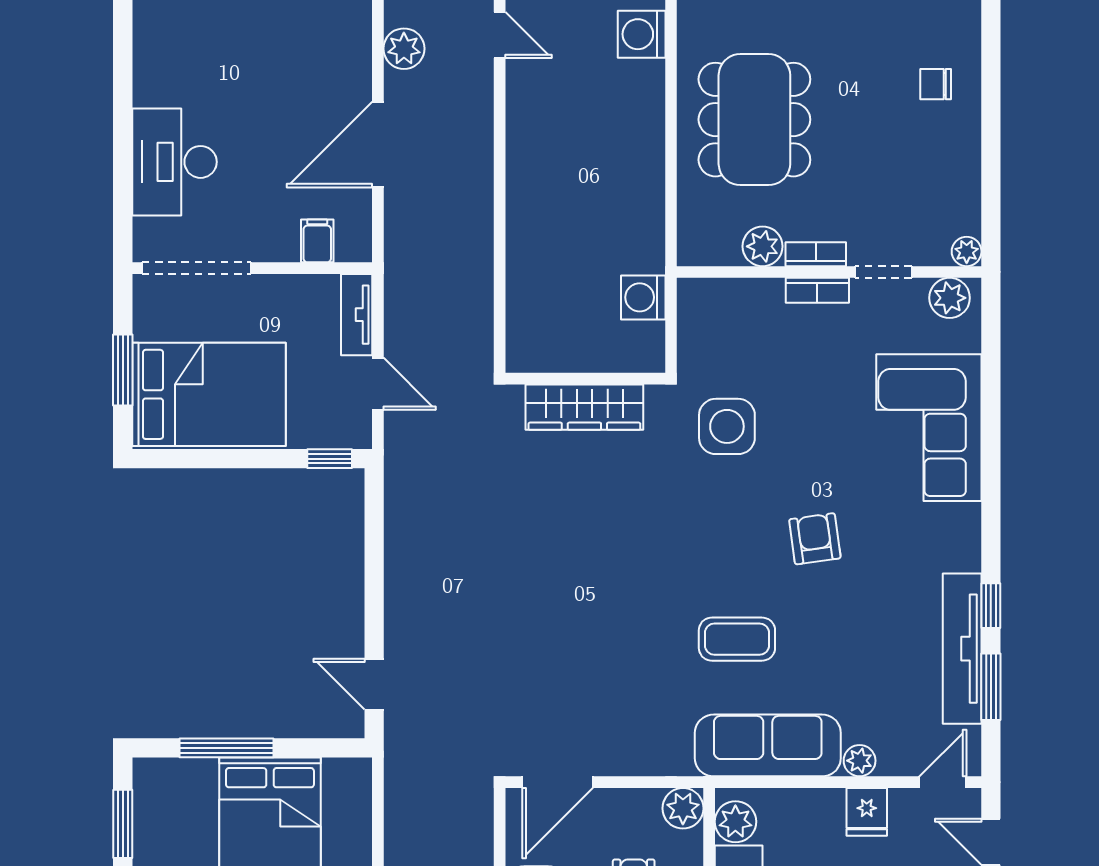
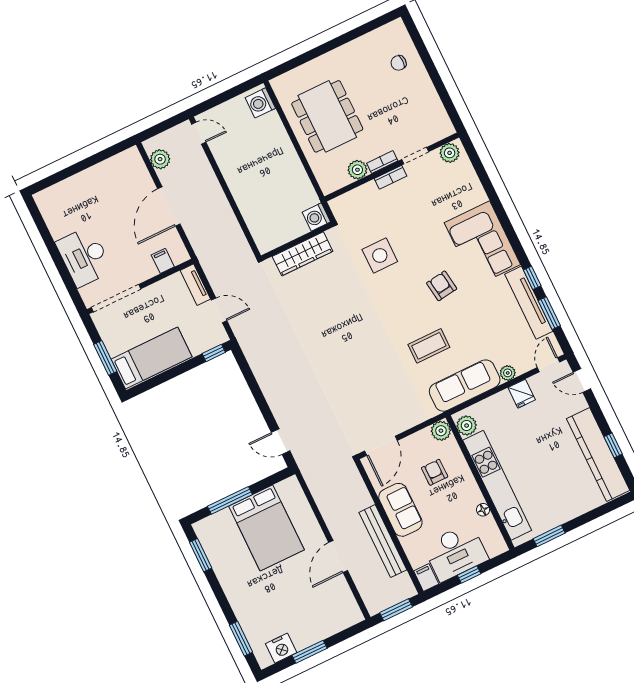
plant: (967, 252) -> (447, 129), removed
wall: (585, 379) -> (297, 241), moved
bed: (209, 394) -> (152, 358), width x0.67
wardrobe: (584, 407) -> (303, 254), moved
corner sofa: (929, 428) -> (482, 244), moved

